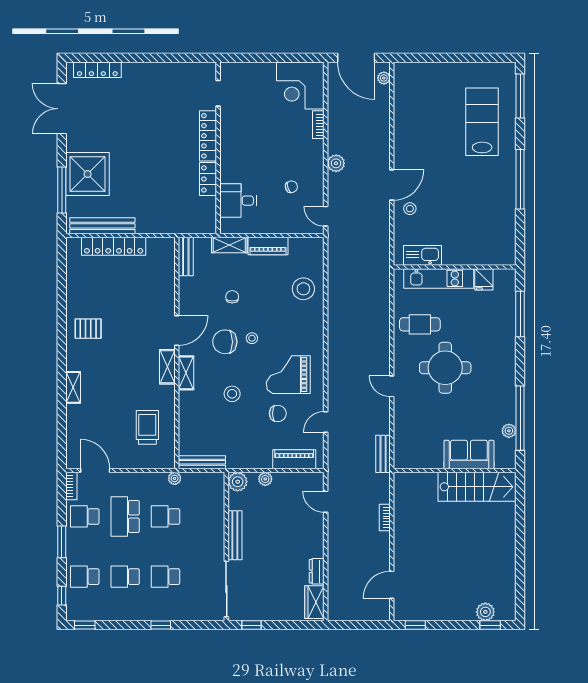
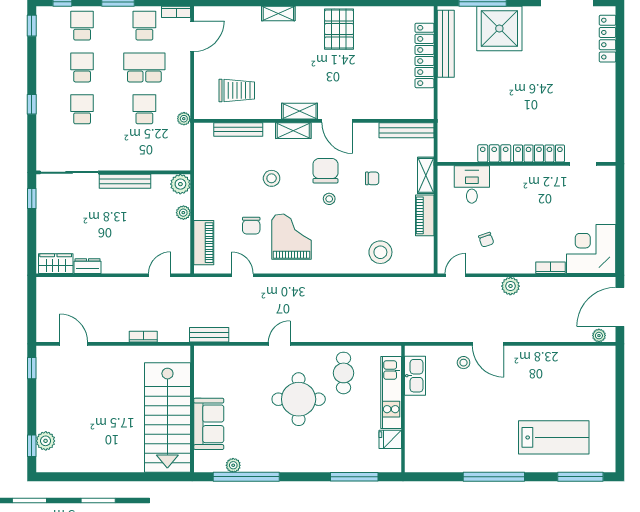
bench: (186, 257) -> (407, 130), width x1.36
pallet: (88, 329) -> (339, 29), width x1.50, depth x1.42
bench: (202, 462) -> (238, 129), moved, turned 90
stairs: (477, 487) -> (167, 418), width x1.36, depth x1.51

